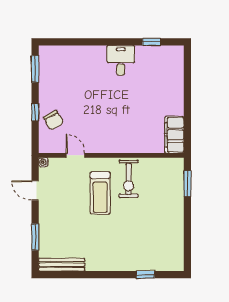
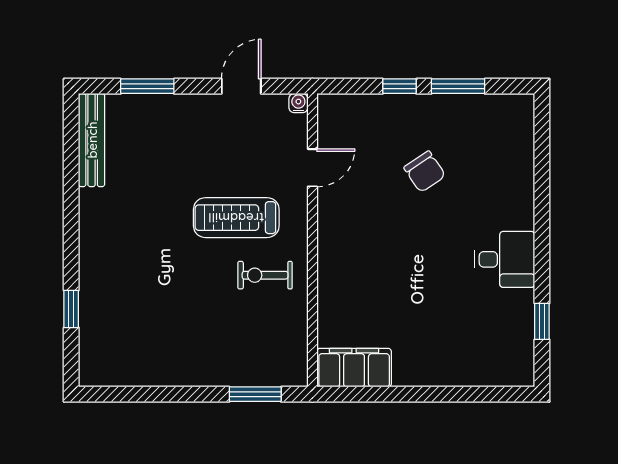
window: (35, 69) -> (458, 86), moved
chair: (53, 120) -> (425, 172), moved, turned -95
exercise bike: (129, 179) -> (265, 275), width x0.73, depth x0.72

